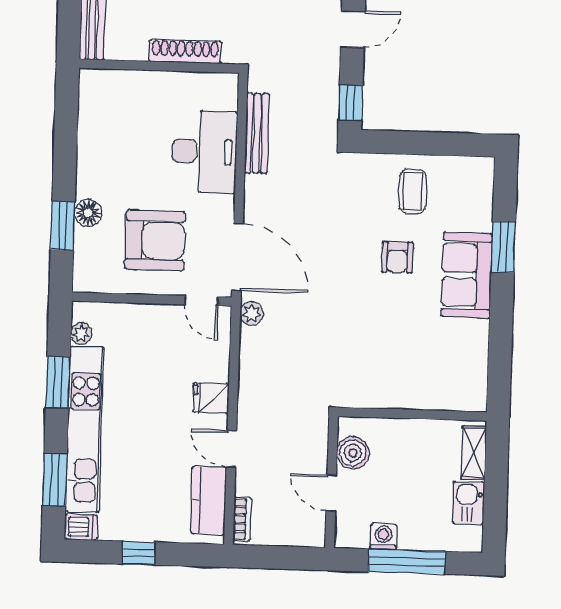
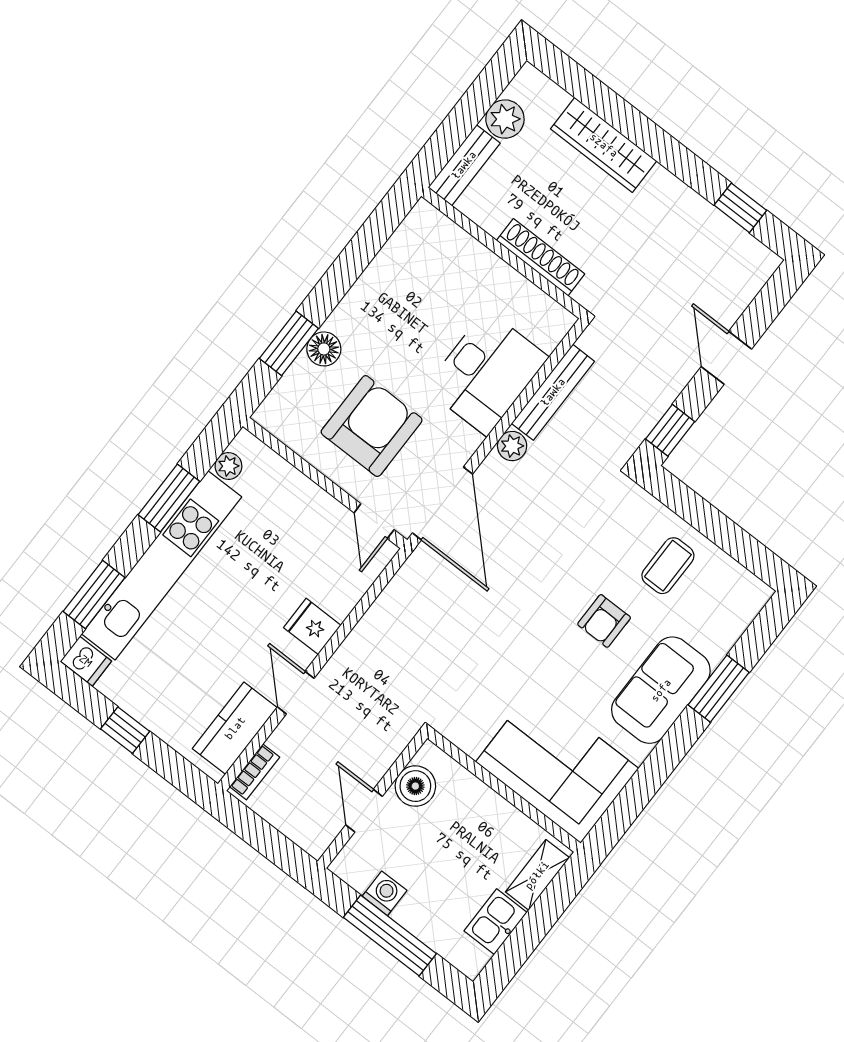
door: (353, 29) -> (726, 358), swing flipped
armchair: (155, 240) -> (372, 426), turned -90
plant: (252, 313) -> (512, 446), moved
corner sofa: (435, 373) -> (557, 765), added

